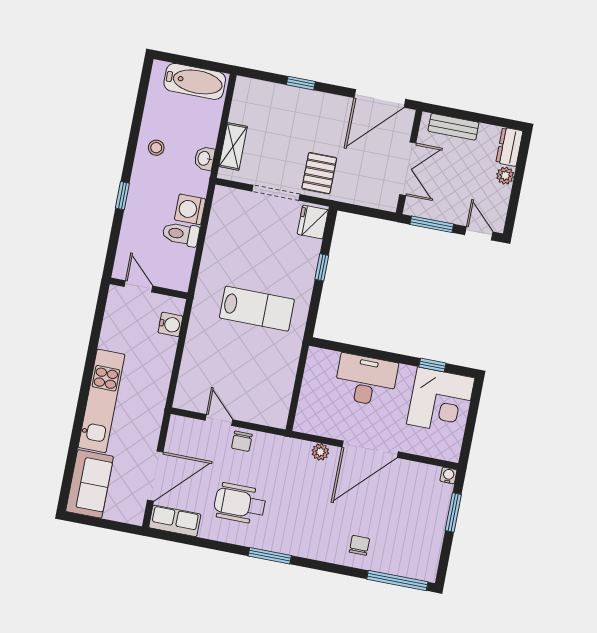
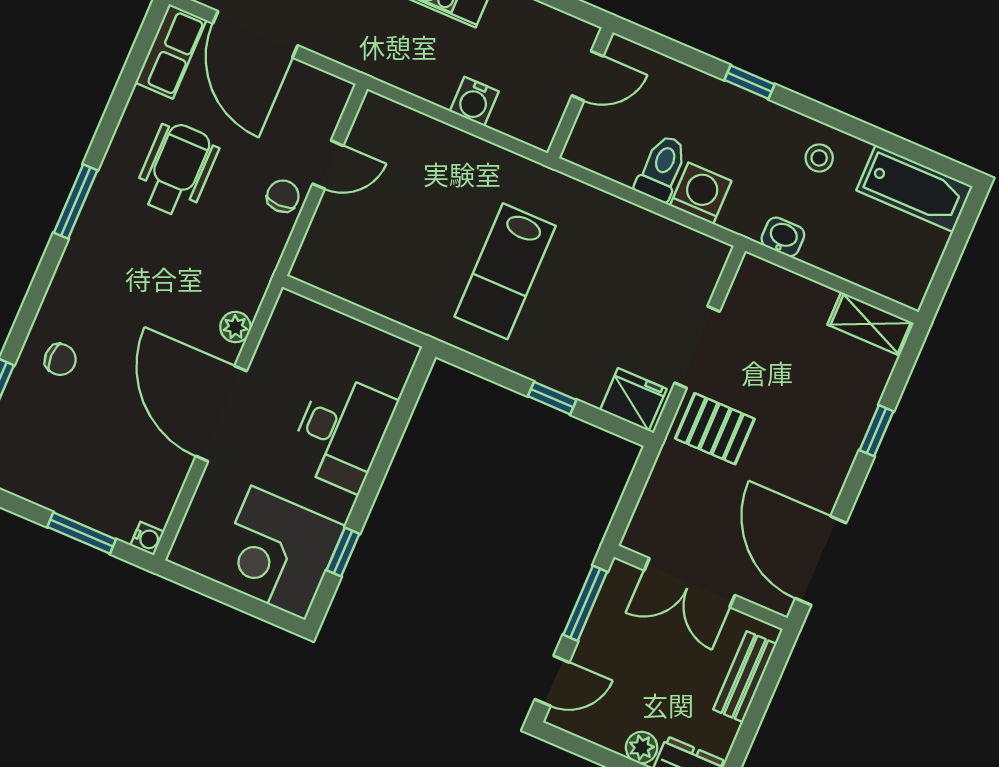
bathtub: (195, 81) -> (914, 188), moved, turned -90
shelving: (233, 146) -> (871, 324), moved
water cooler: (170, 324) -> (474, 101), moved
chair: (242, 441) -> (283, 196), turned 90

